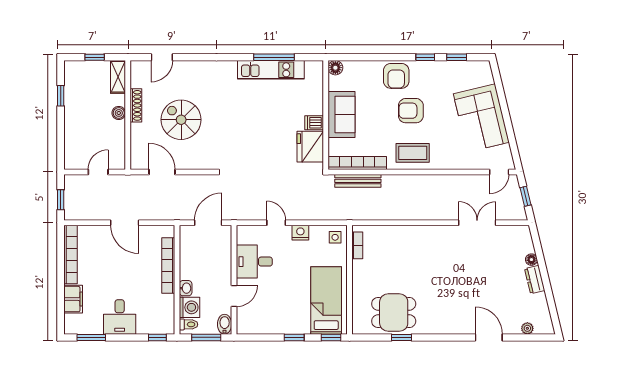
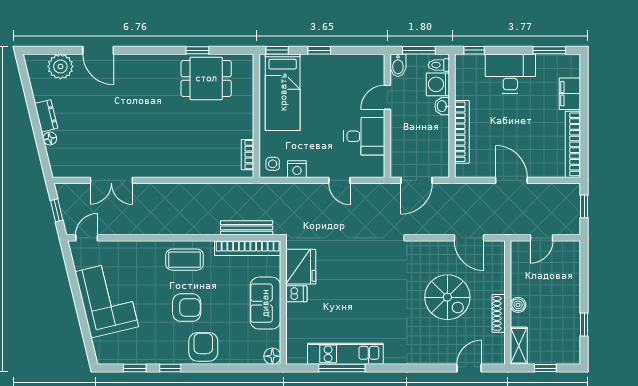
nightstand: (300, 233) -> (297, 169), moved
desk: (120, 317) -> (510, 73), width x1.37
plant: (527, 328) -> (60, 66), width x1.88, depth x1.88

